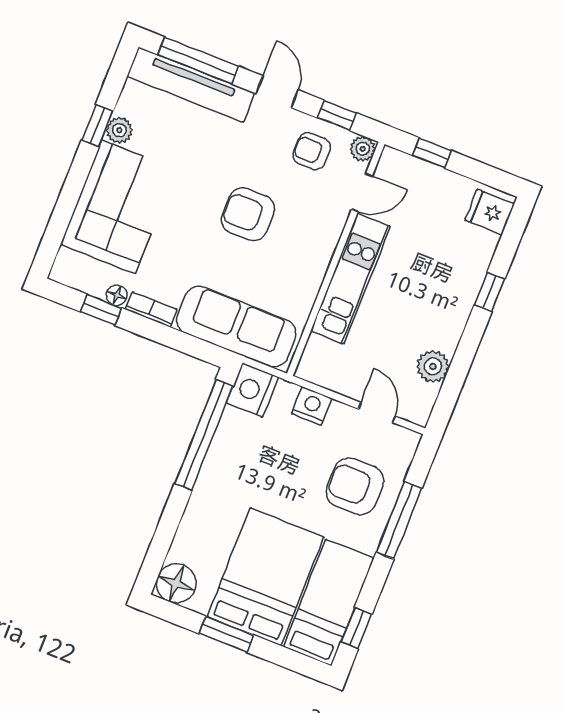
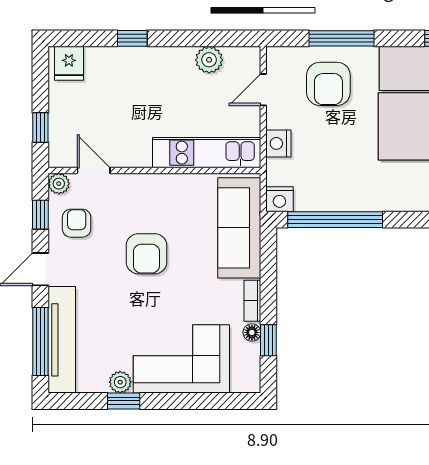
armchair: (312, 151) -> (77, 223), turned 180
kitchen unit: (350, 279) -> (207, 153), moved
nightstand: (253, 390) -> (279, 199), width x0.74, depth x0.75

